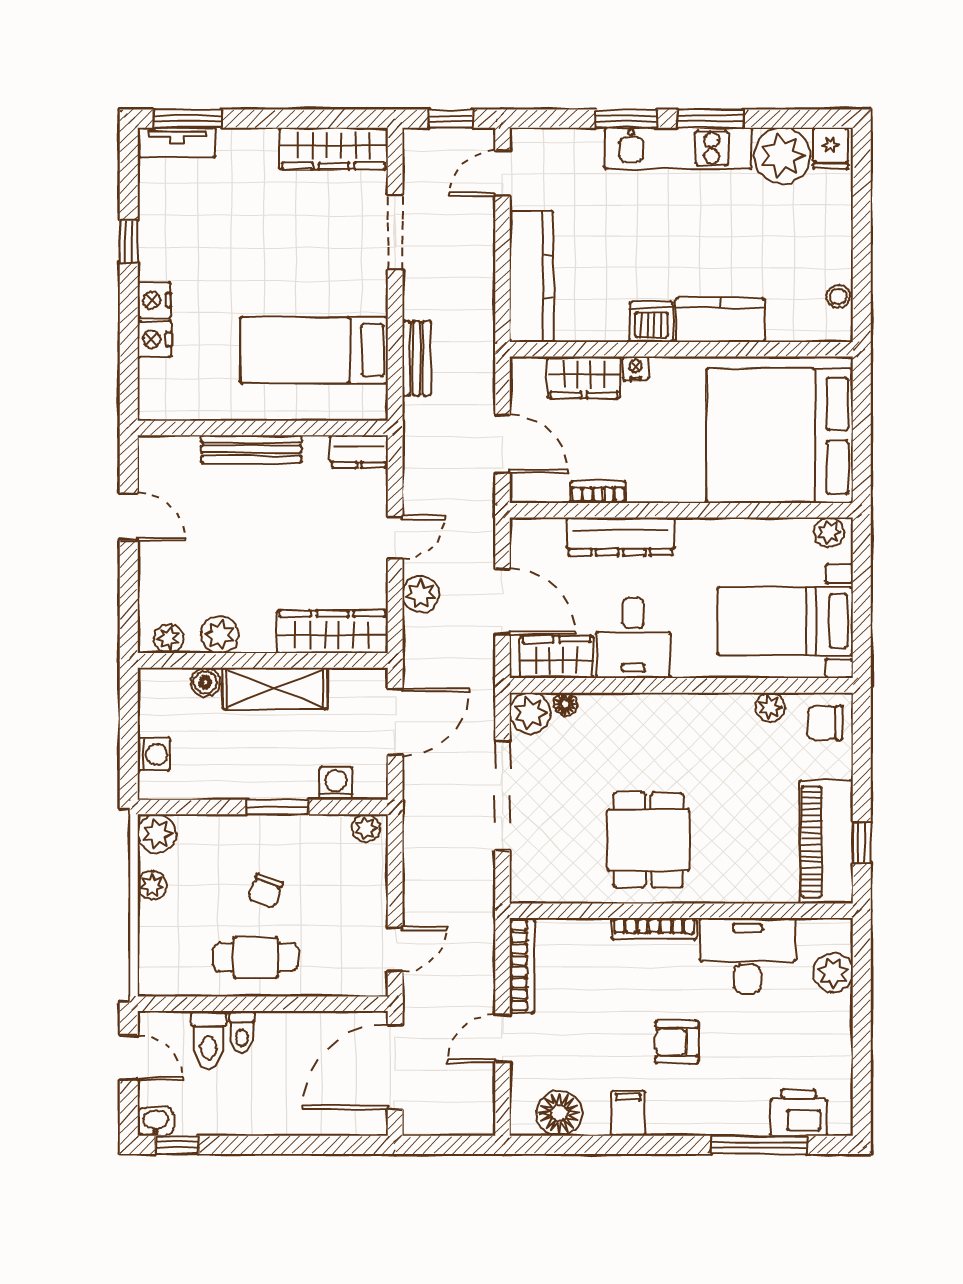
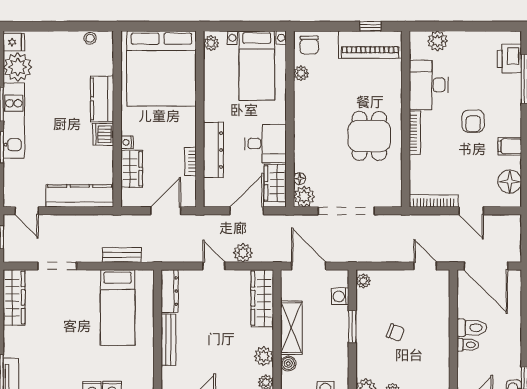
dresser: (359, 451) -> (170, 291), width x1.44
dining table: (648, 840) -> (369, 136), turned 90
cafe table: (255, 957) -> (430, 338), removed
toilet: (208, 1040) -> (472, 328), moved

